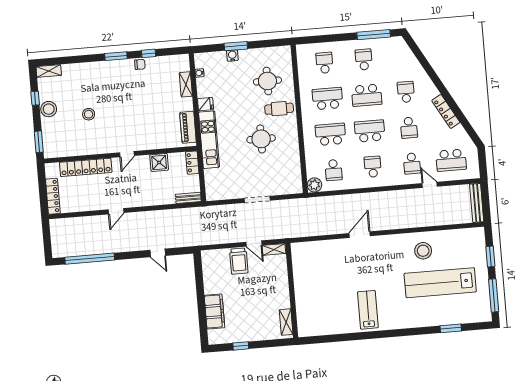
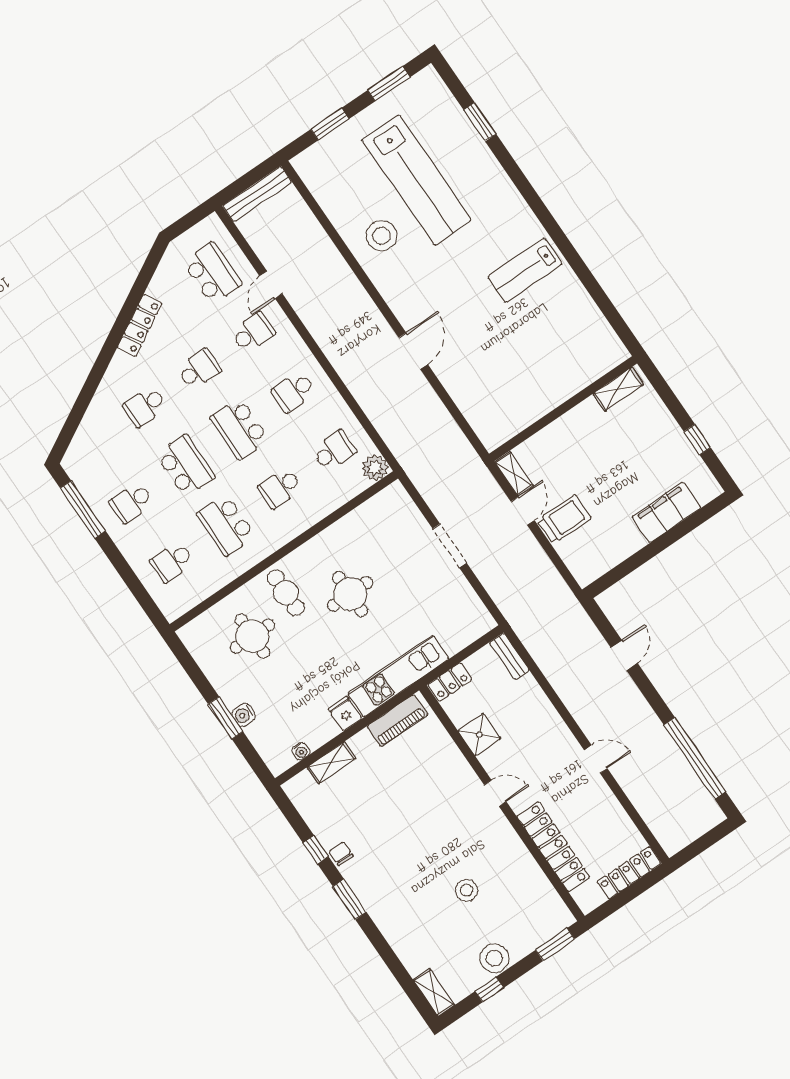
school desk: (330, 134) -> (280, 488), width x0.54
door: (360, 235) -> (413, 351), swing flipped
window: (494, 295) -> (389, 84), width x0.69

